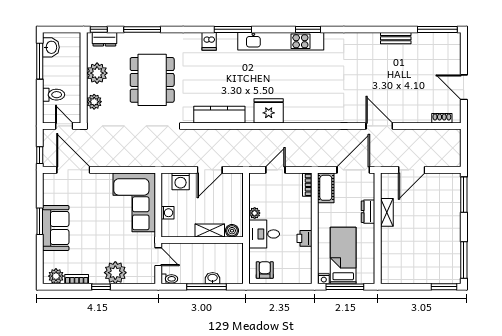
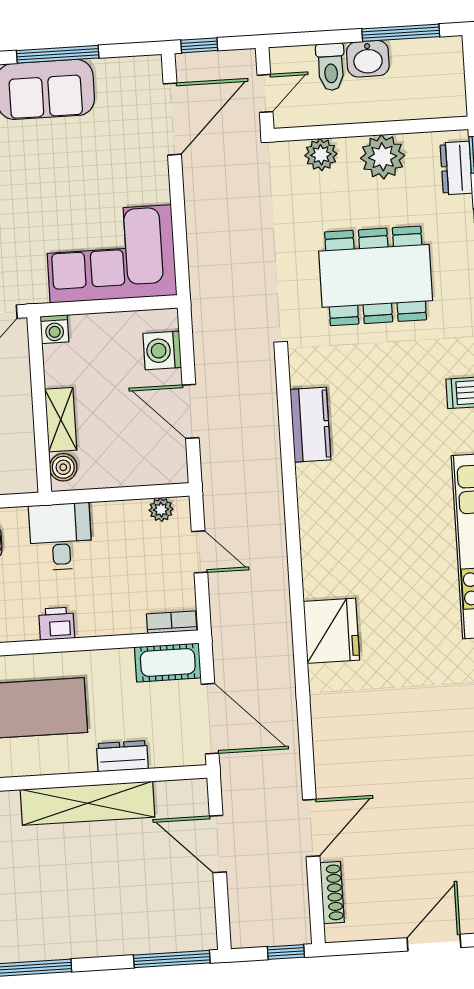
washbasin: (51, 47) -> (368, 59), moved
door: (464, 87) -> (434, 943), moved
fridge: (269, 111) -> (331, 631), moved
kitchen counter: (219, 115) -> (310, 425), width x0.67
shoe rack: (442, 118) -> (332, 893), width x1.43
door: (379, 126) -> (311, 828), moved
window: (464, 141) -> (286, 952), added
shelving: (387, 212) -> (88, 803), width x2.20, depth x1.33
washing machine: (168, 213) -> (54, 329), moved
plant: (255, 213) -> (161, 510), moved
window: (40, 221) -> (58, 54), width x1.44

